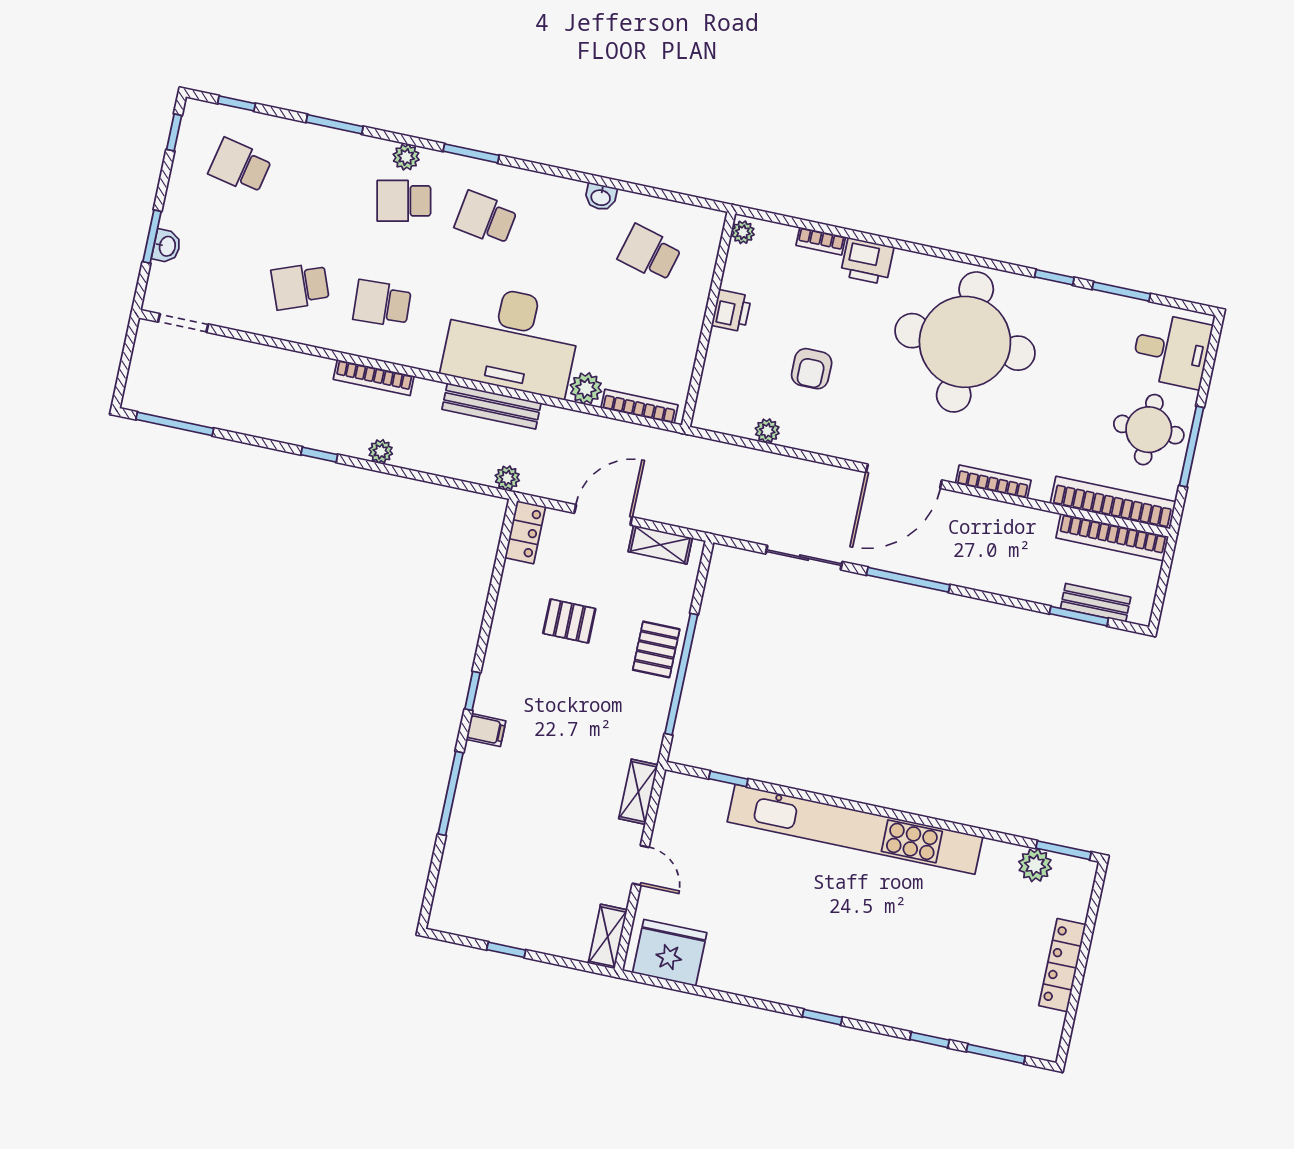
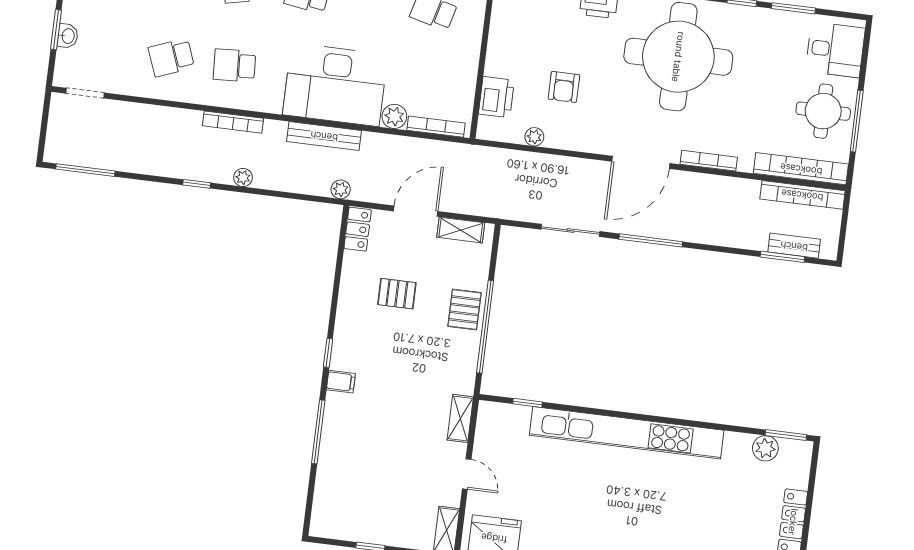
printer: (731, 311) -> (496, 97), moved, width x1.36, depth x1.24

